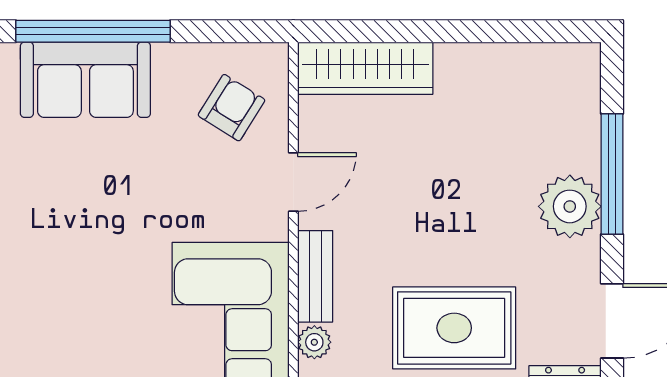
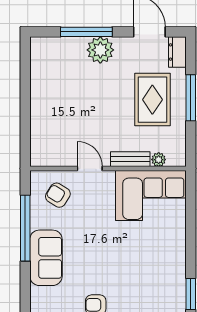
window: (93, 31) -> (25, 228), moved
wardrobe: (365, 68) -> (41, 138), removed

